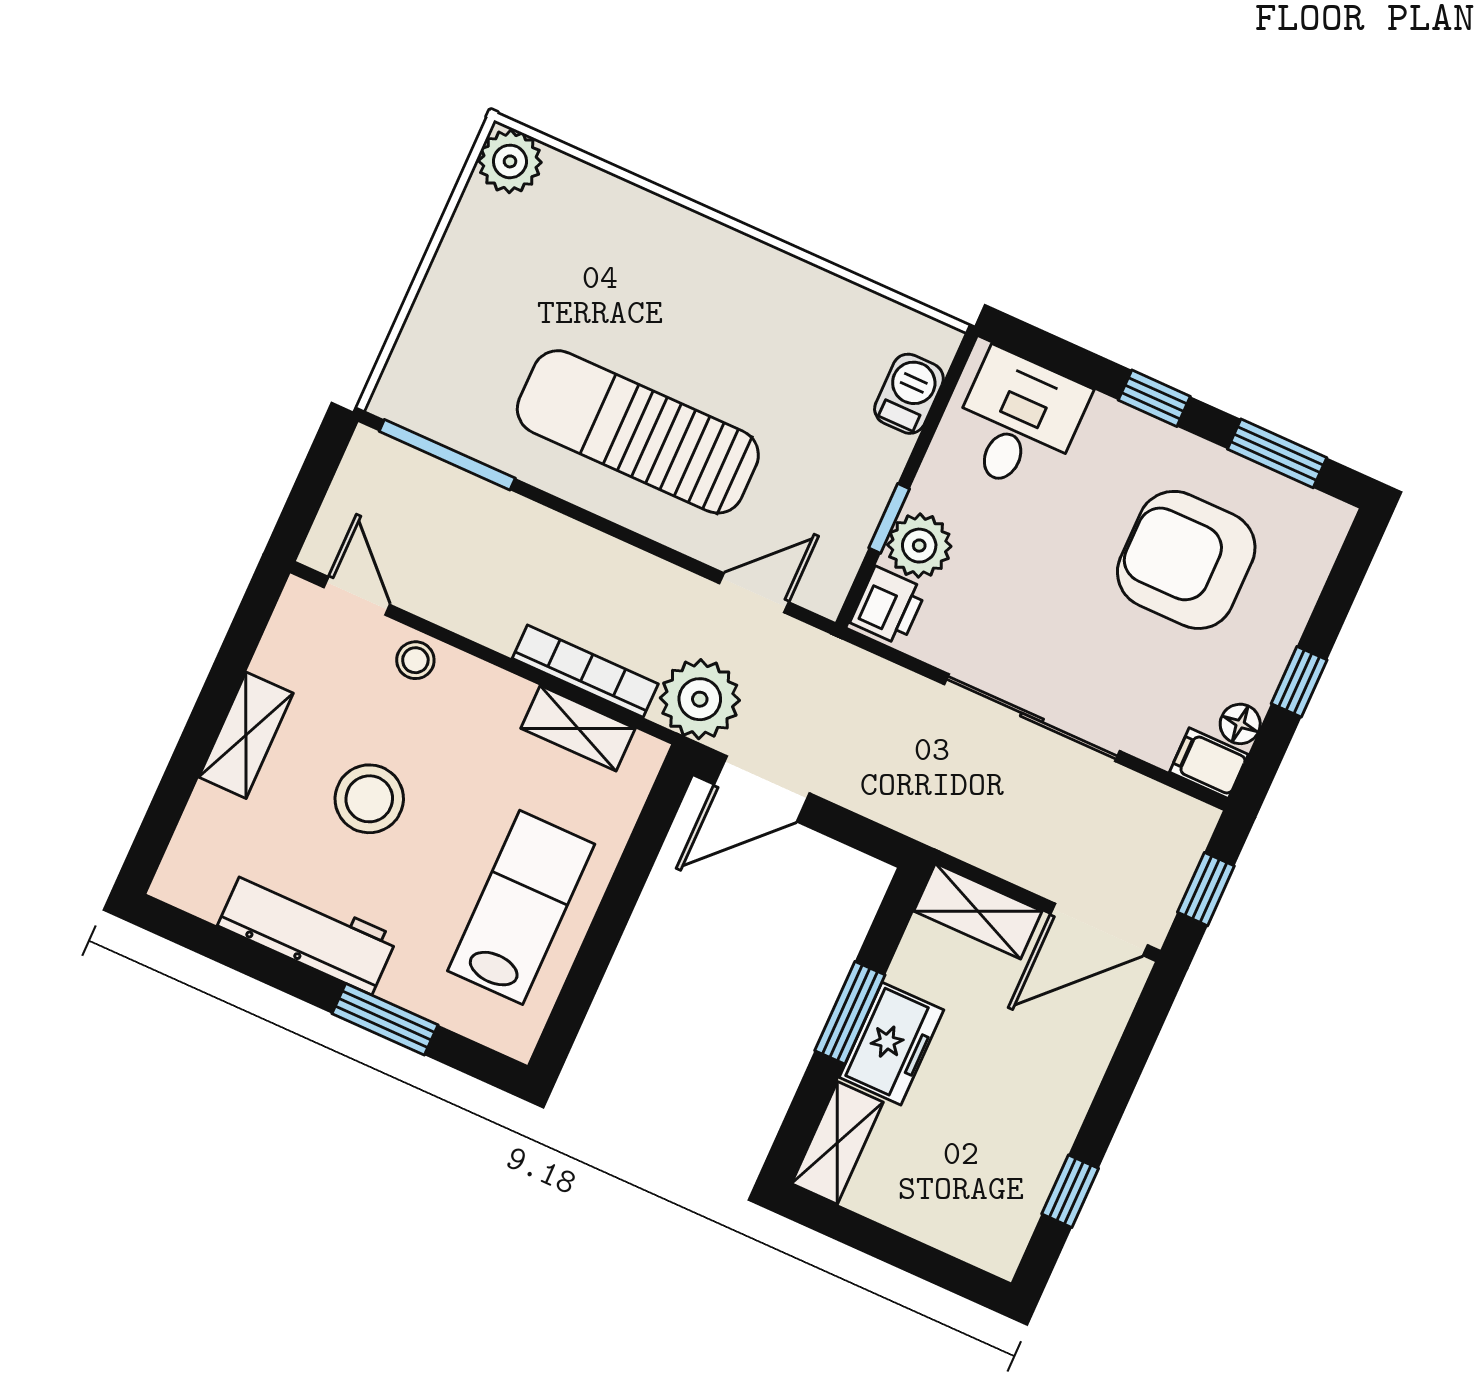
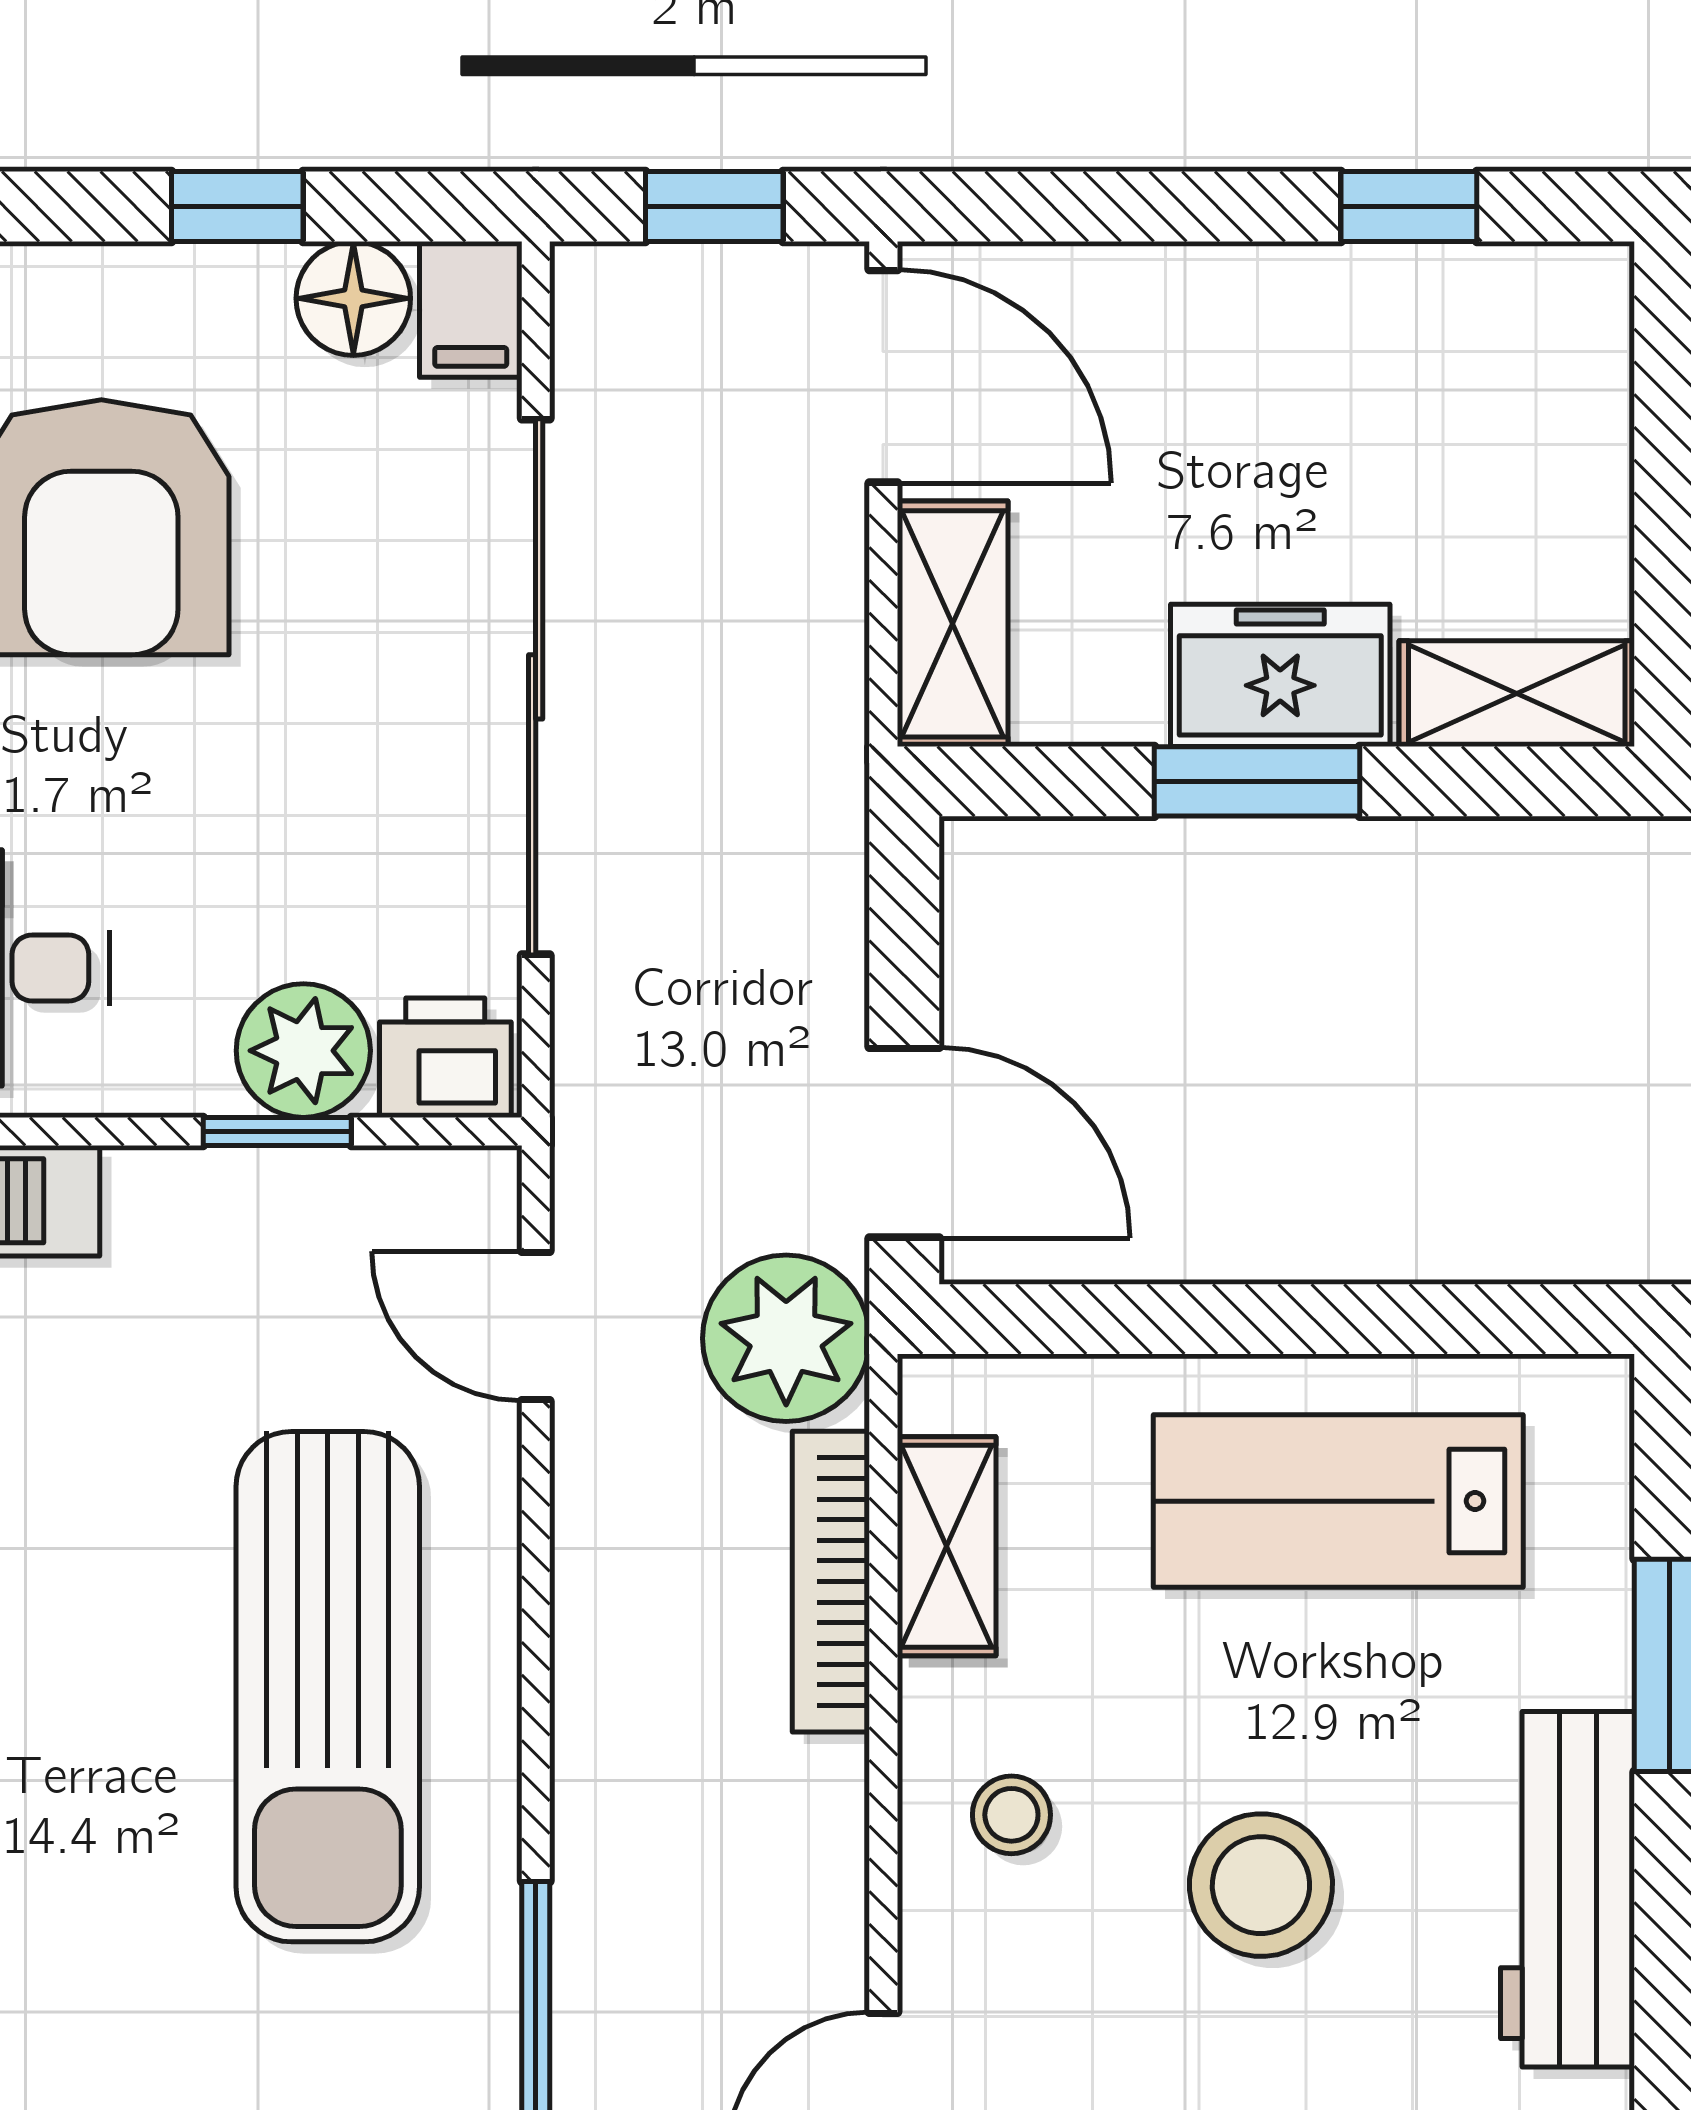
stool: (415, 660) -> (1011, 1815), moved
sliding door: (1032, 718) -> (536, 687), width x1.36
floor lamp: (1240, 724) -> (353, 298), width x1.37, depth x1.37

